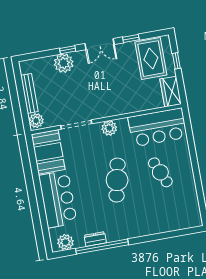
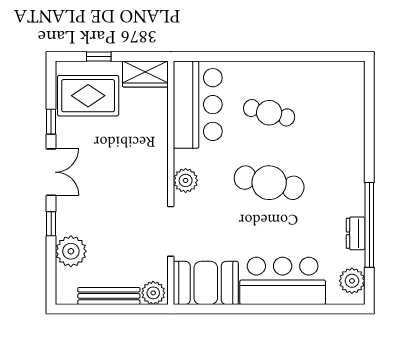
plant: (64, 63) -> (71, 251), moved
cafe table: (160, 172) -> (269, 113), turned 39

